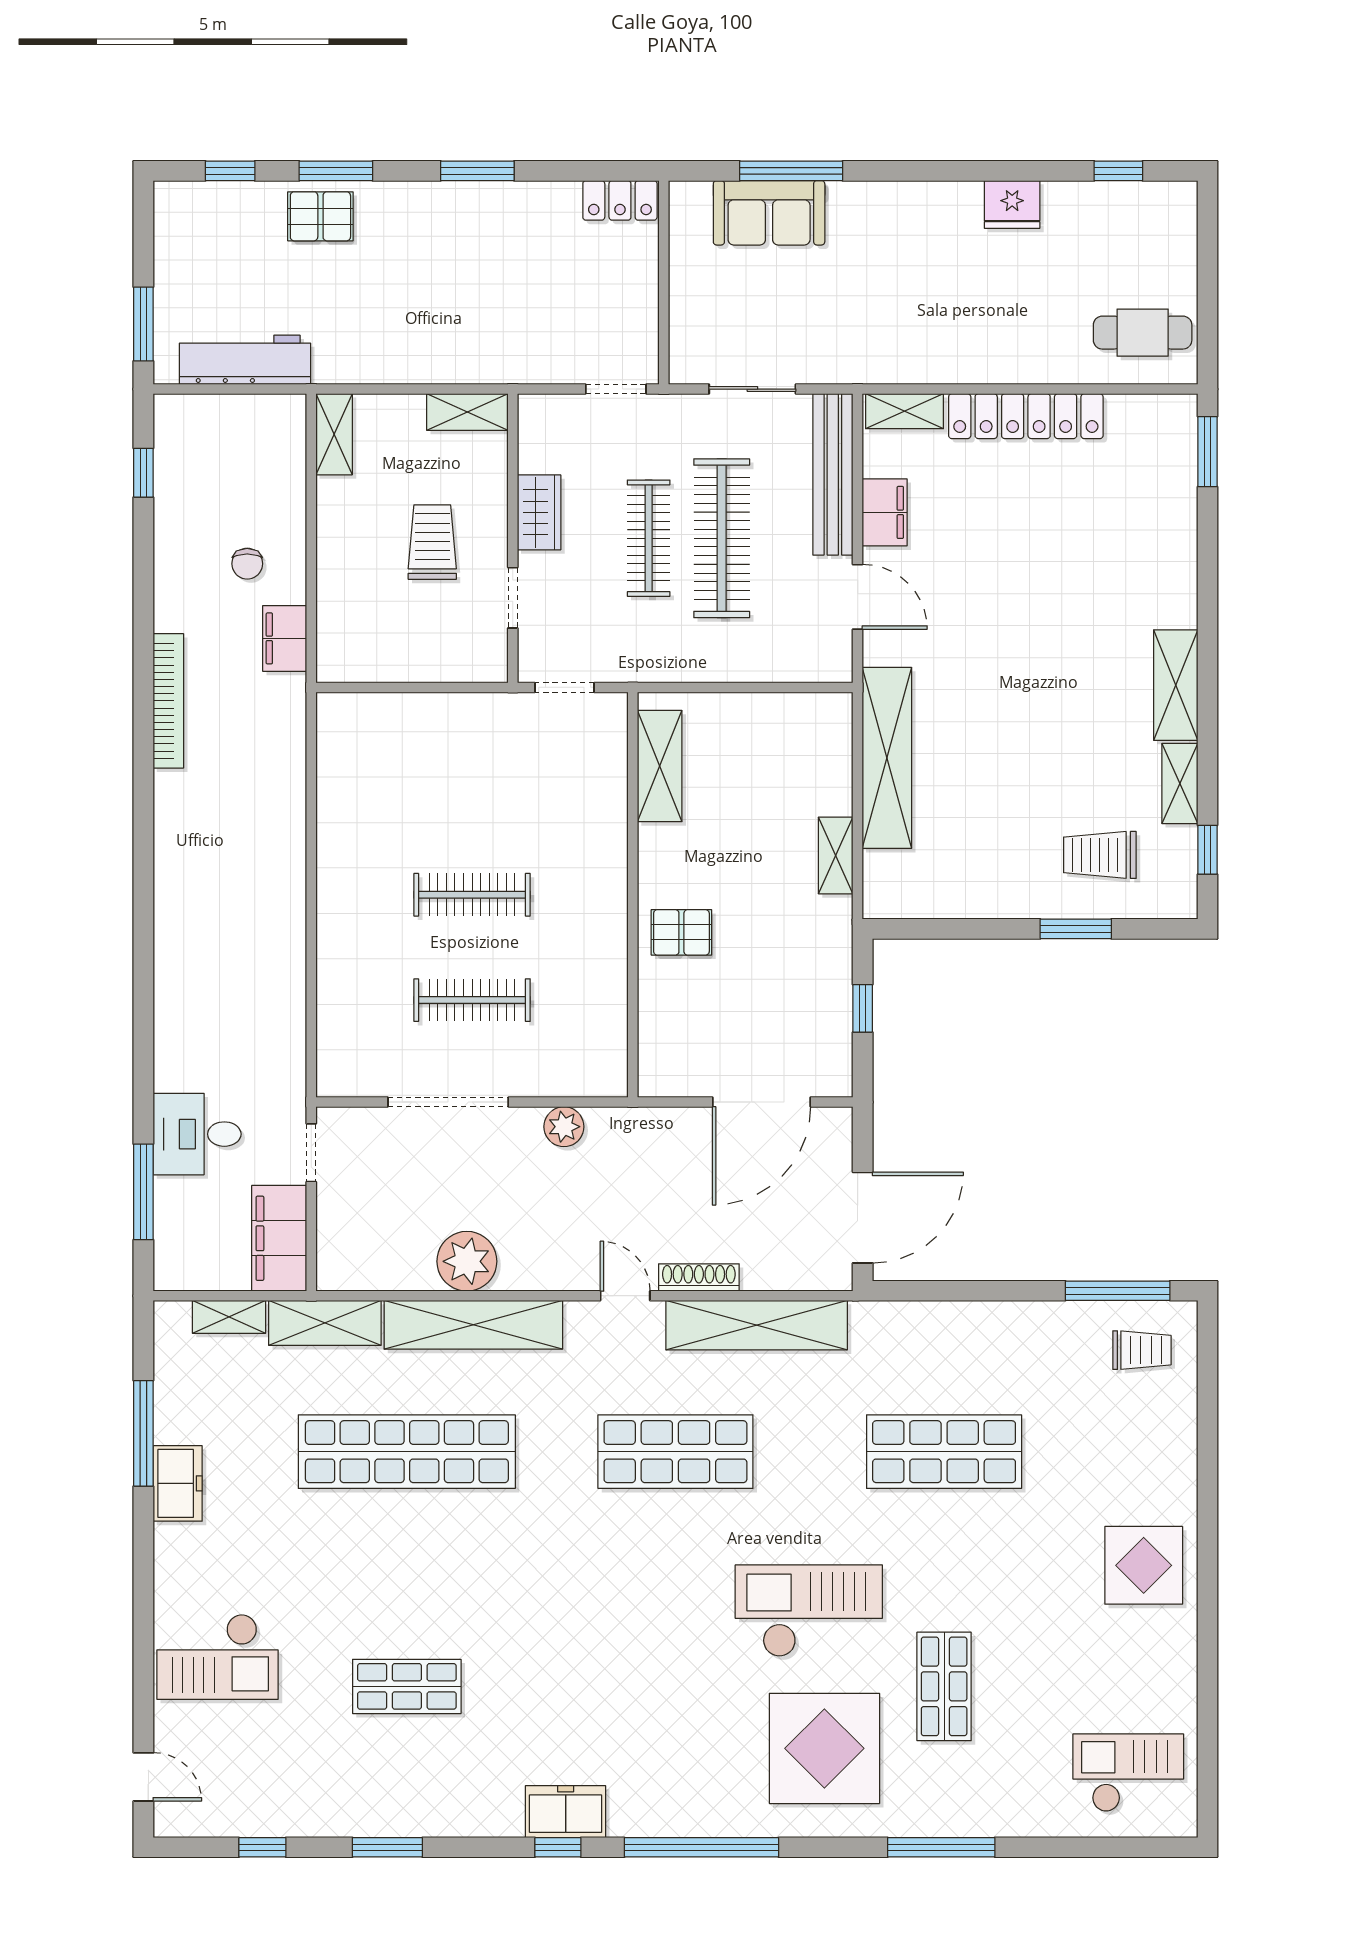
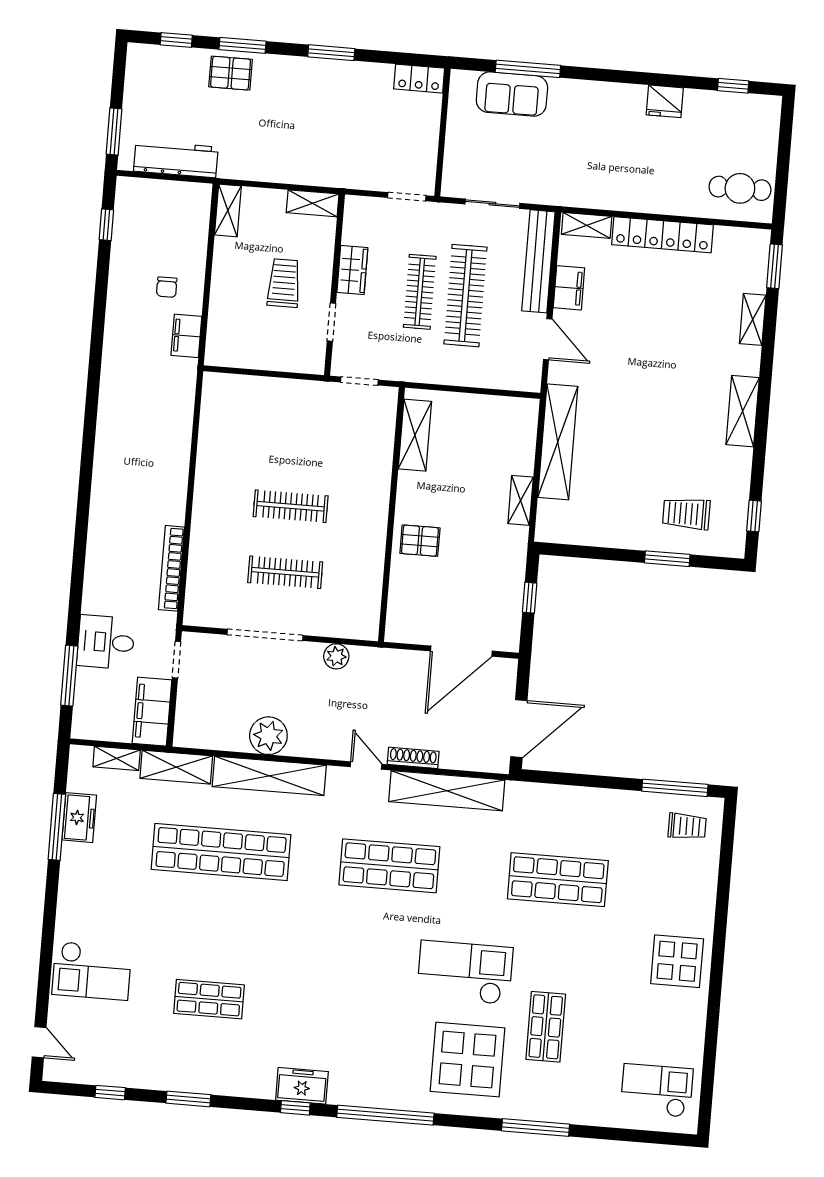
bookcase: (168, 701) -> (171, 568), moved, turned 180
shelving: (1180, 783) -> (753, 319), moved
freezer: (178, 1483) -> (79, 818), moved

